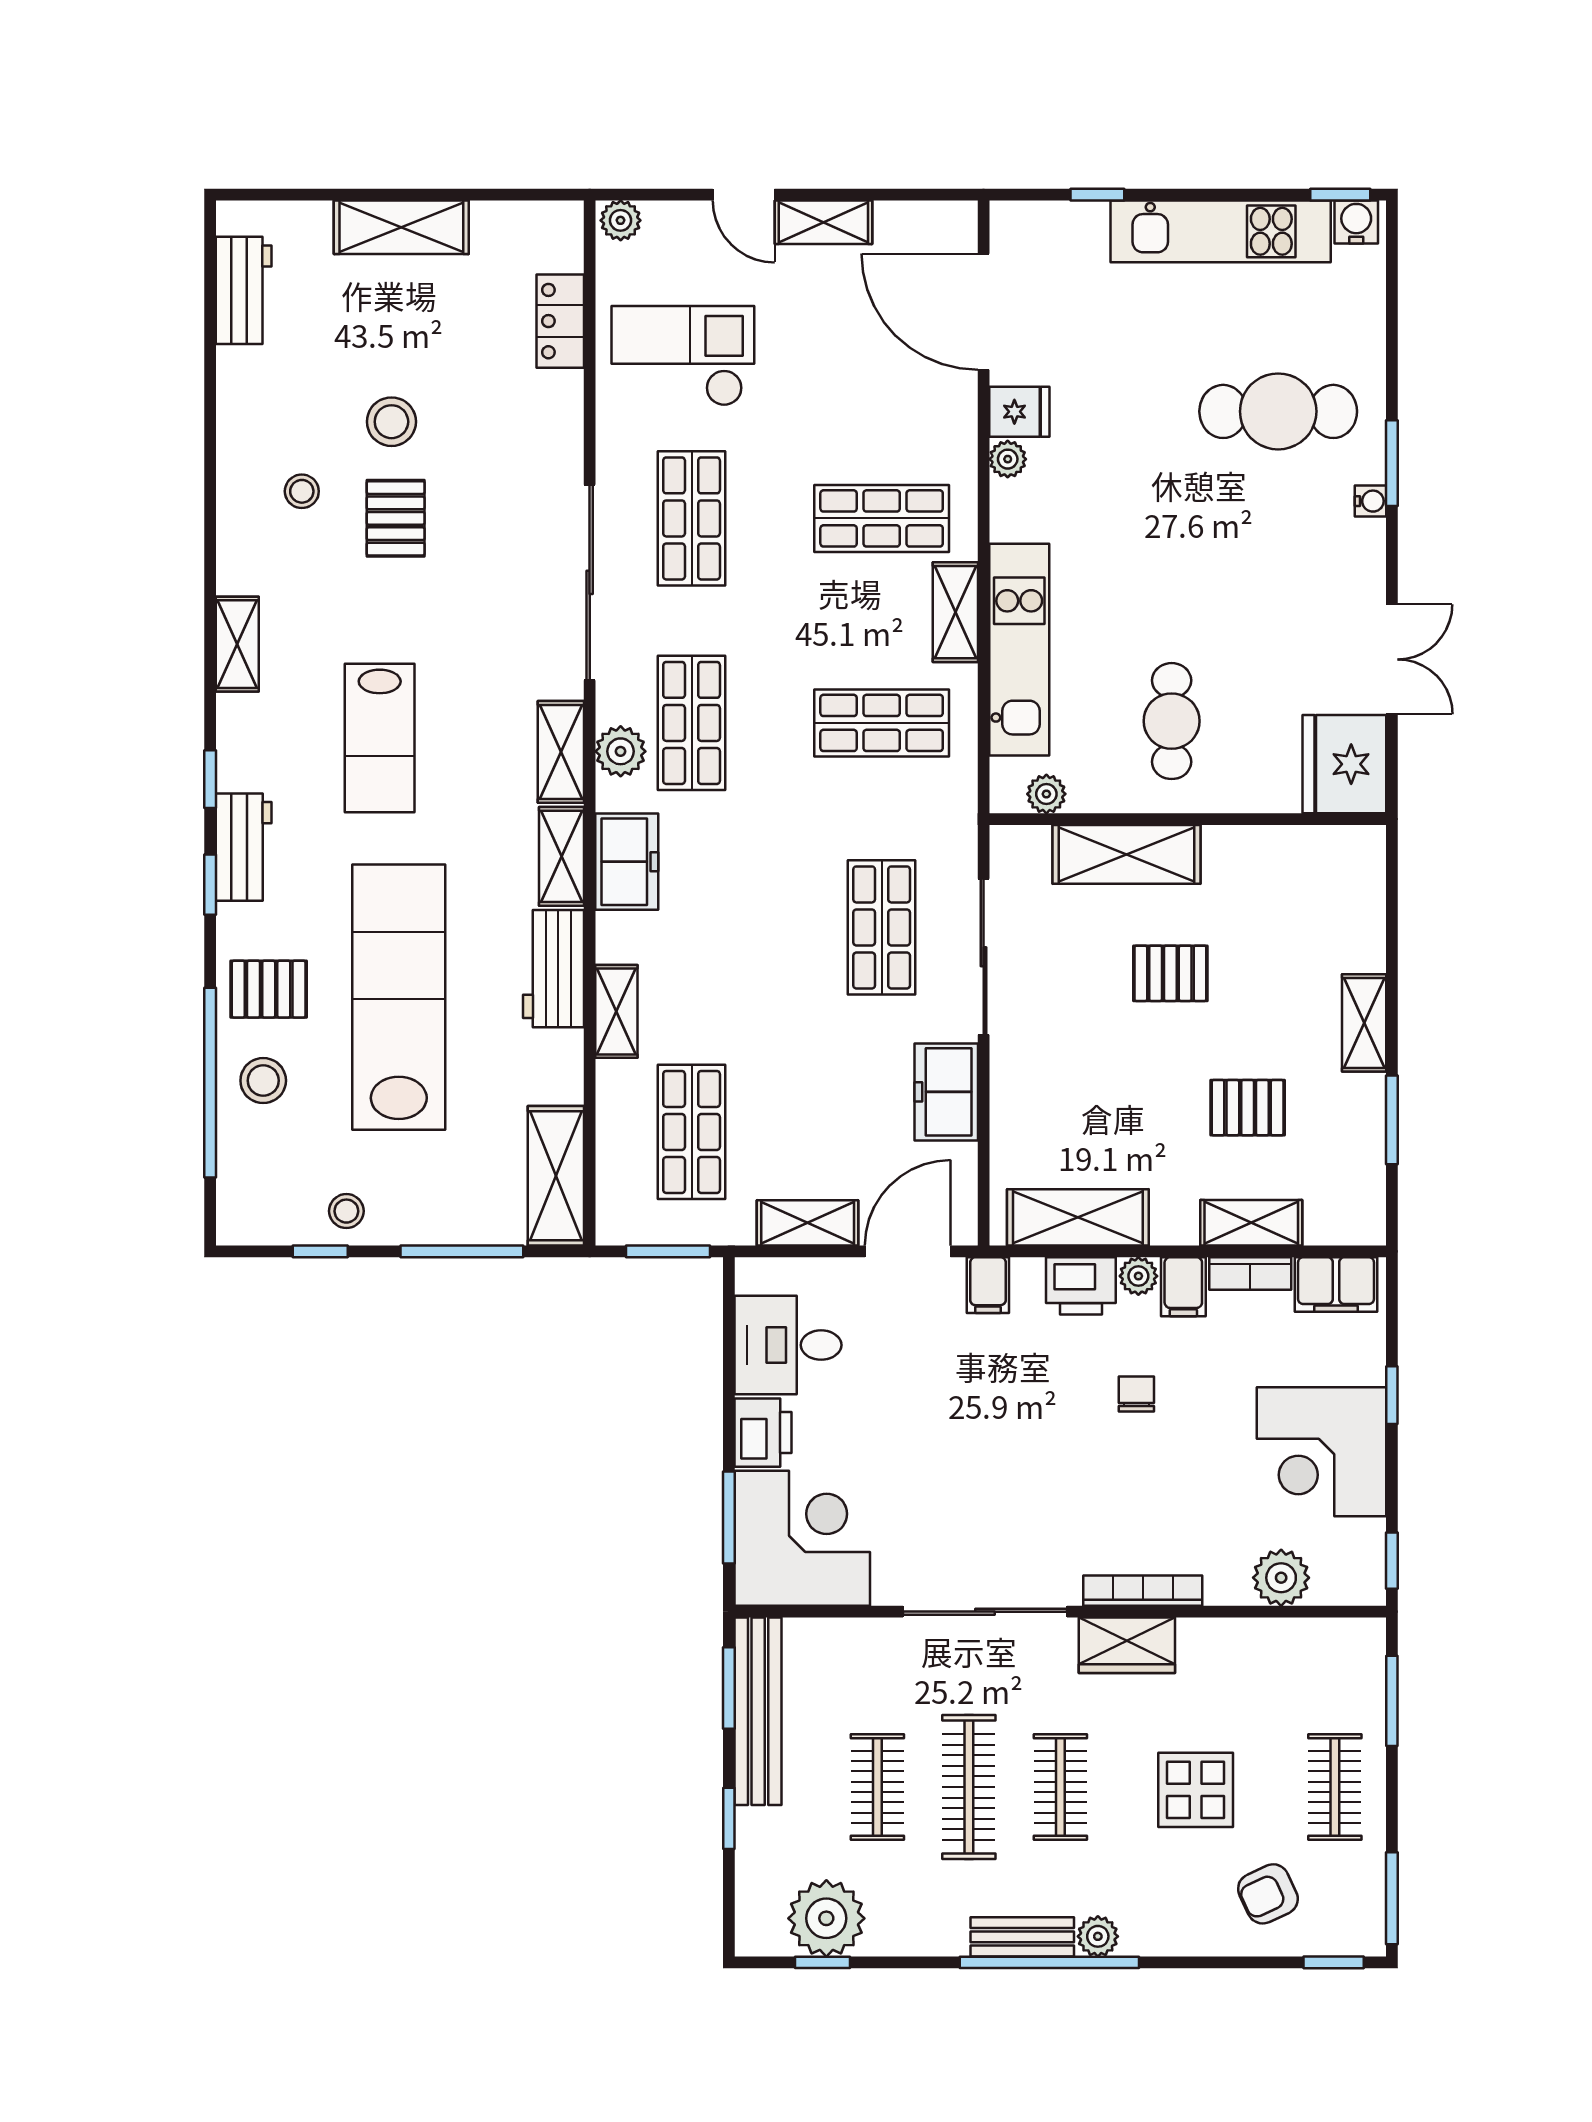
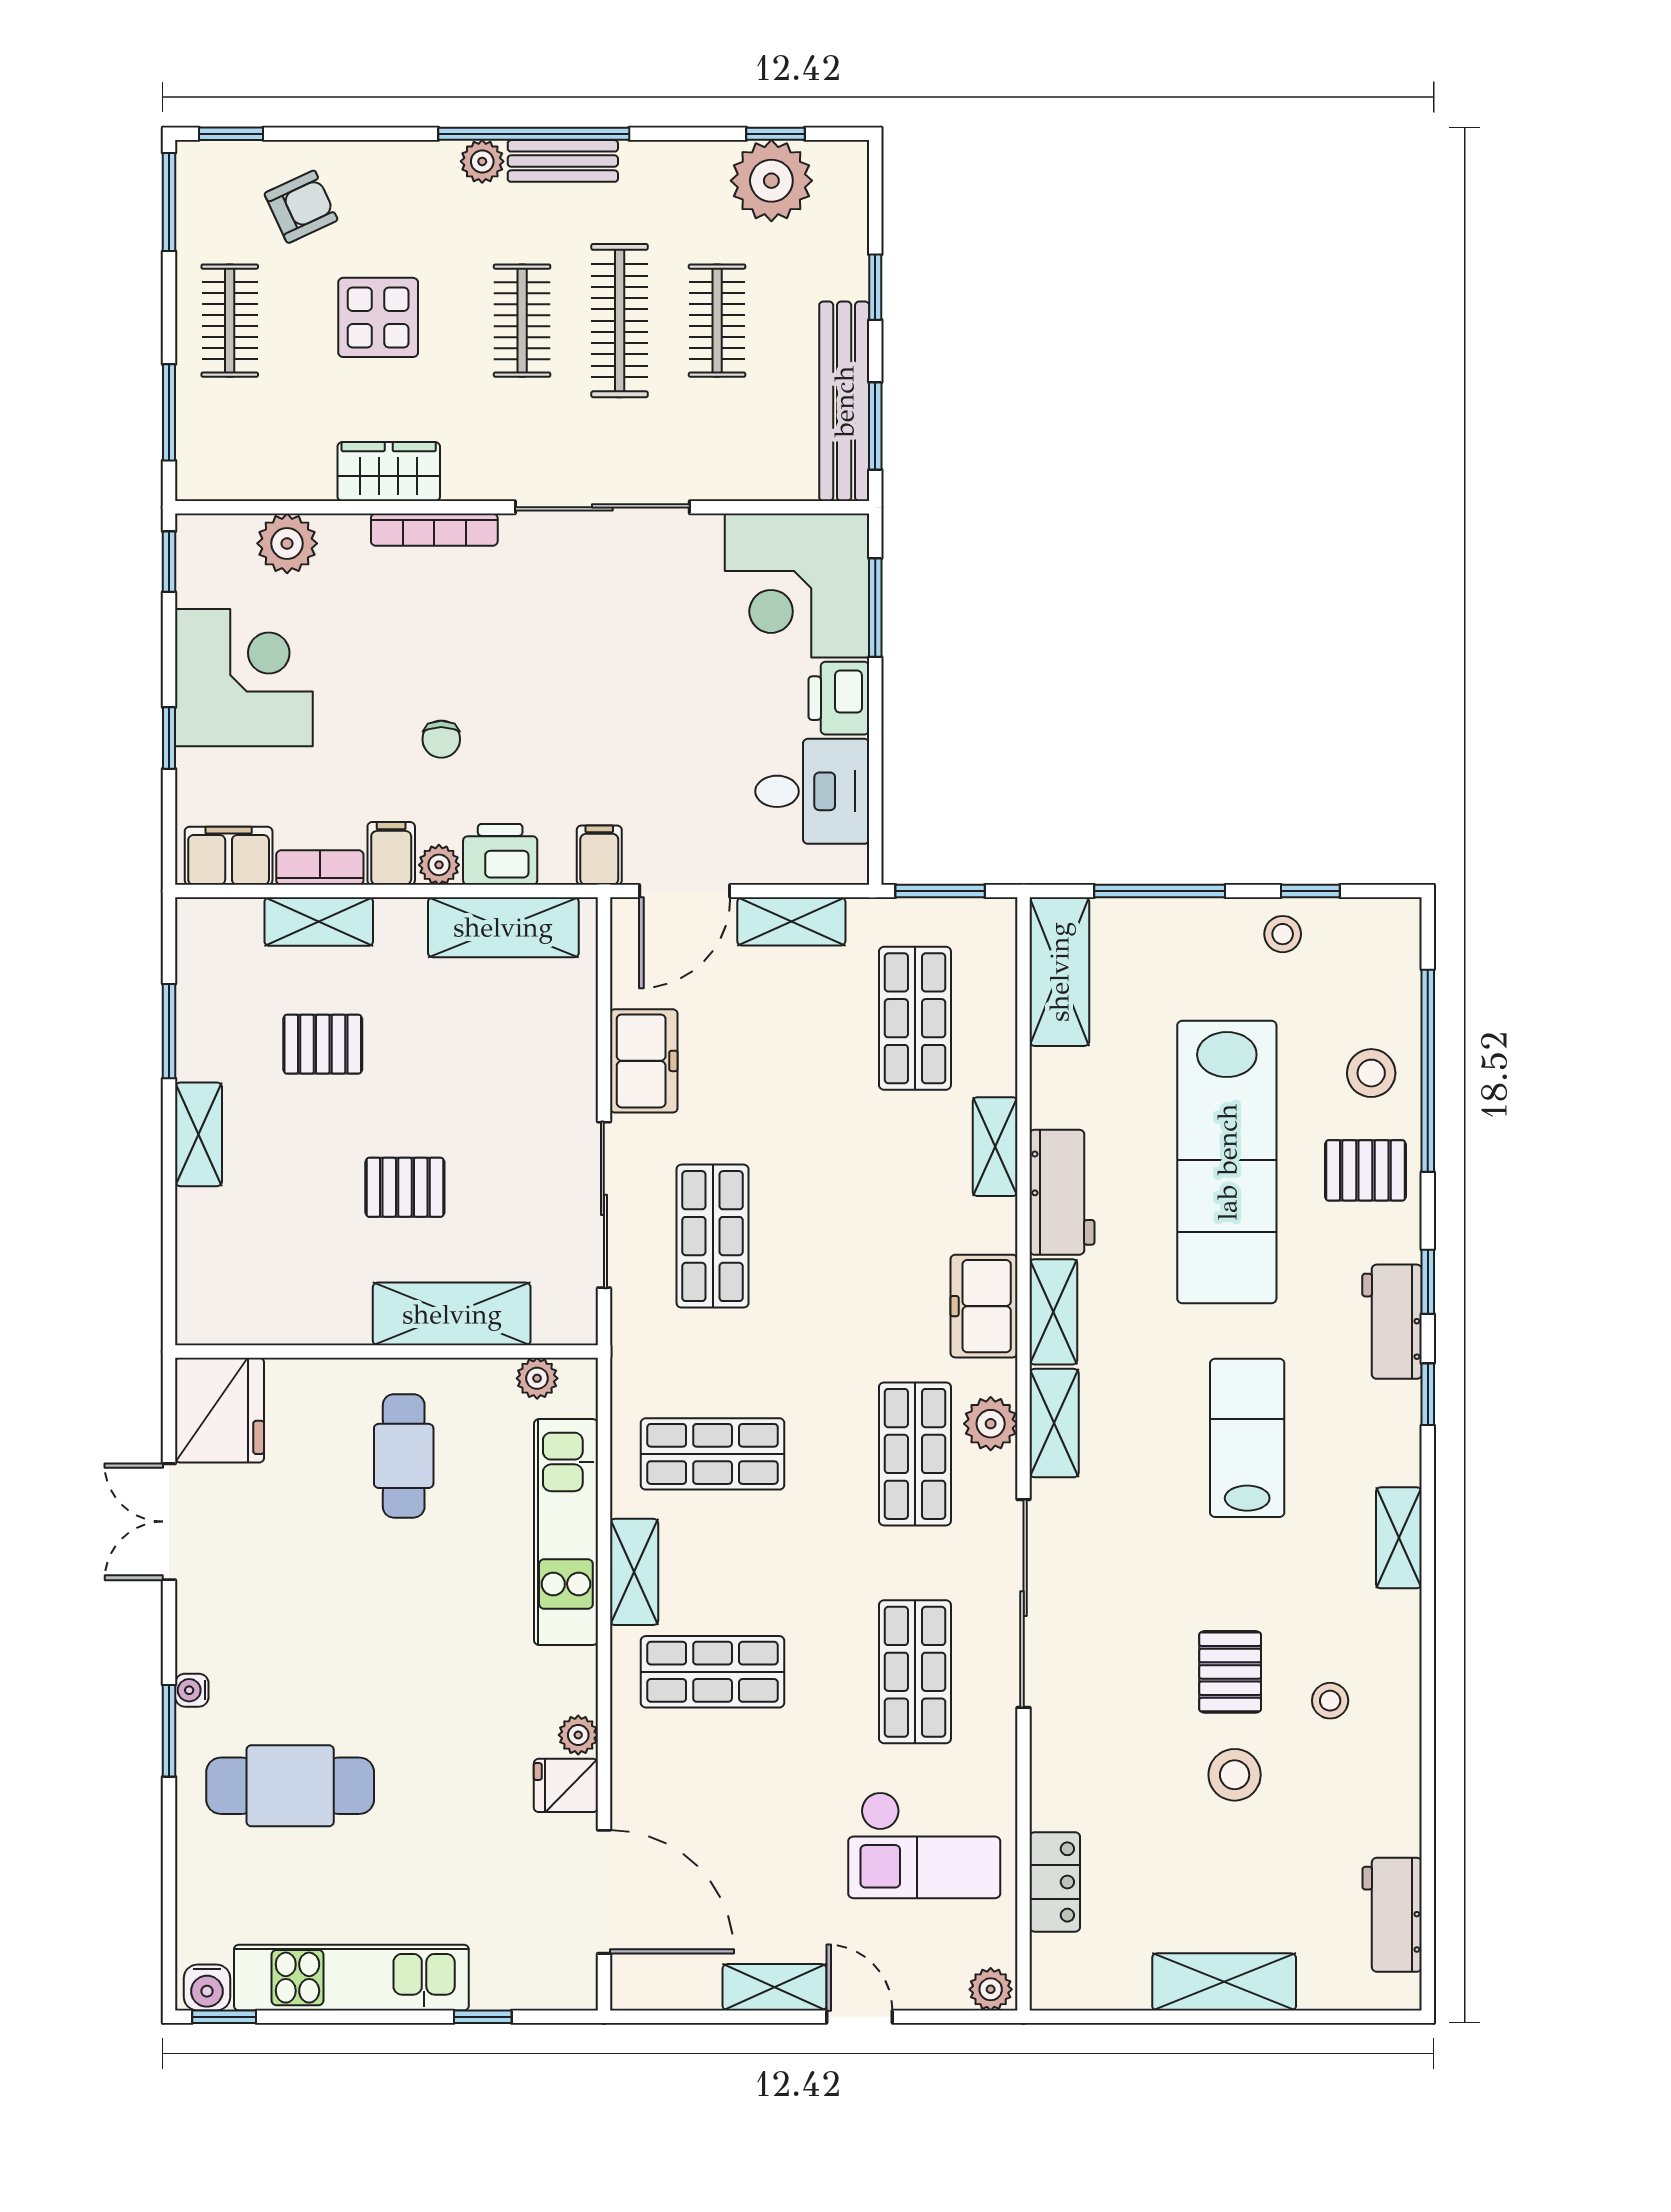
wardrobe: (1127, 1645) -> (389, 472), moved

